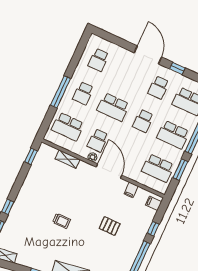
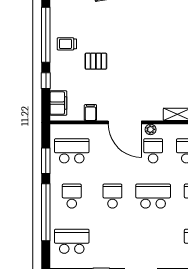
school desk: (159, 88) -> (112, 241), removed
school desk: (173, 135) -> (72, 196), width x0.54
filing cabinet: (154, 203) -> (58, 103), width x2.00
trolley: (62, 221) -> (67, 44), moved

